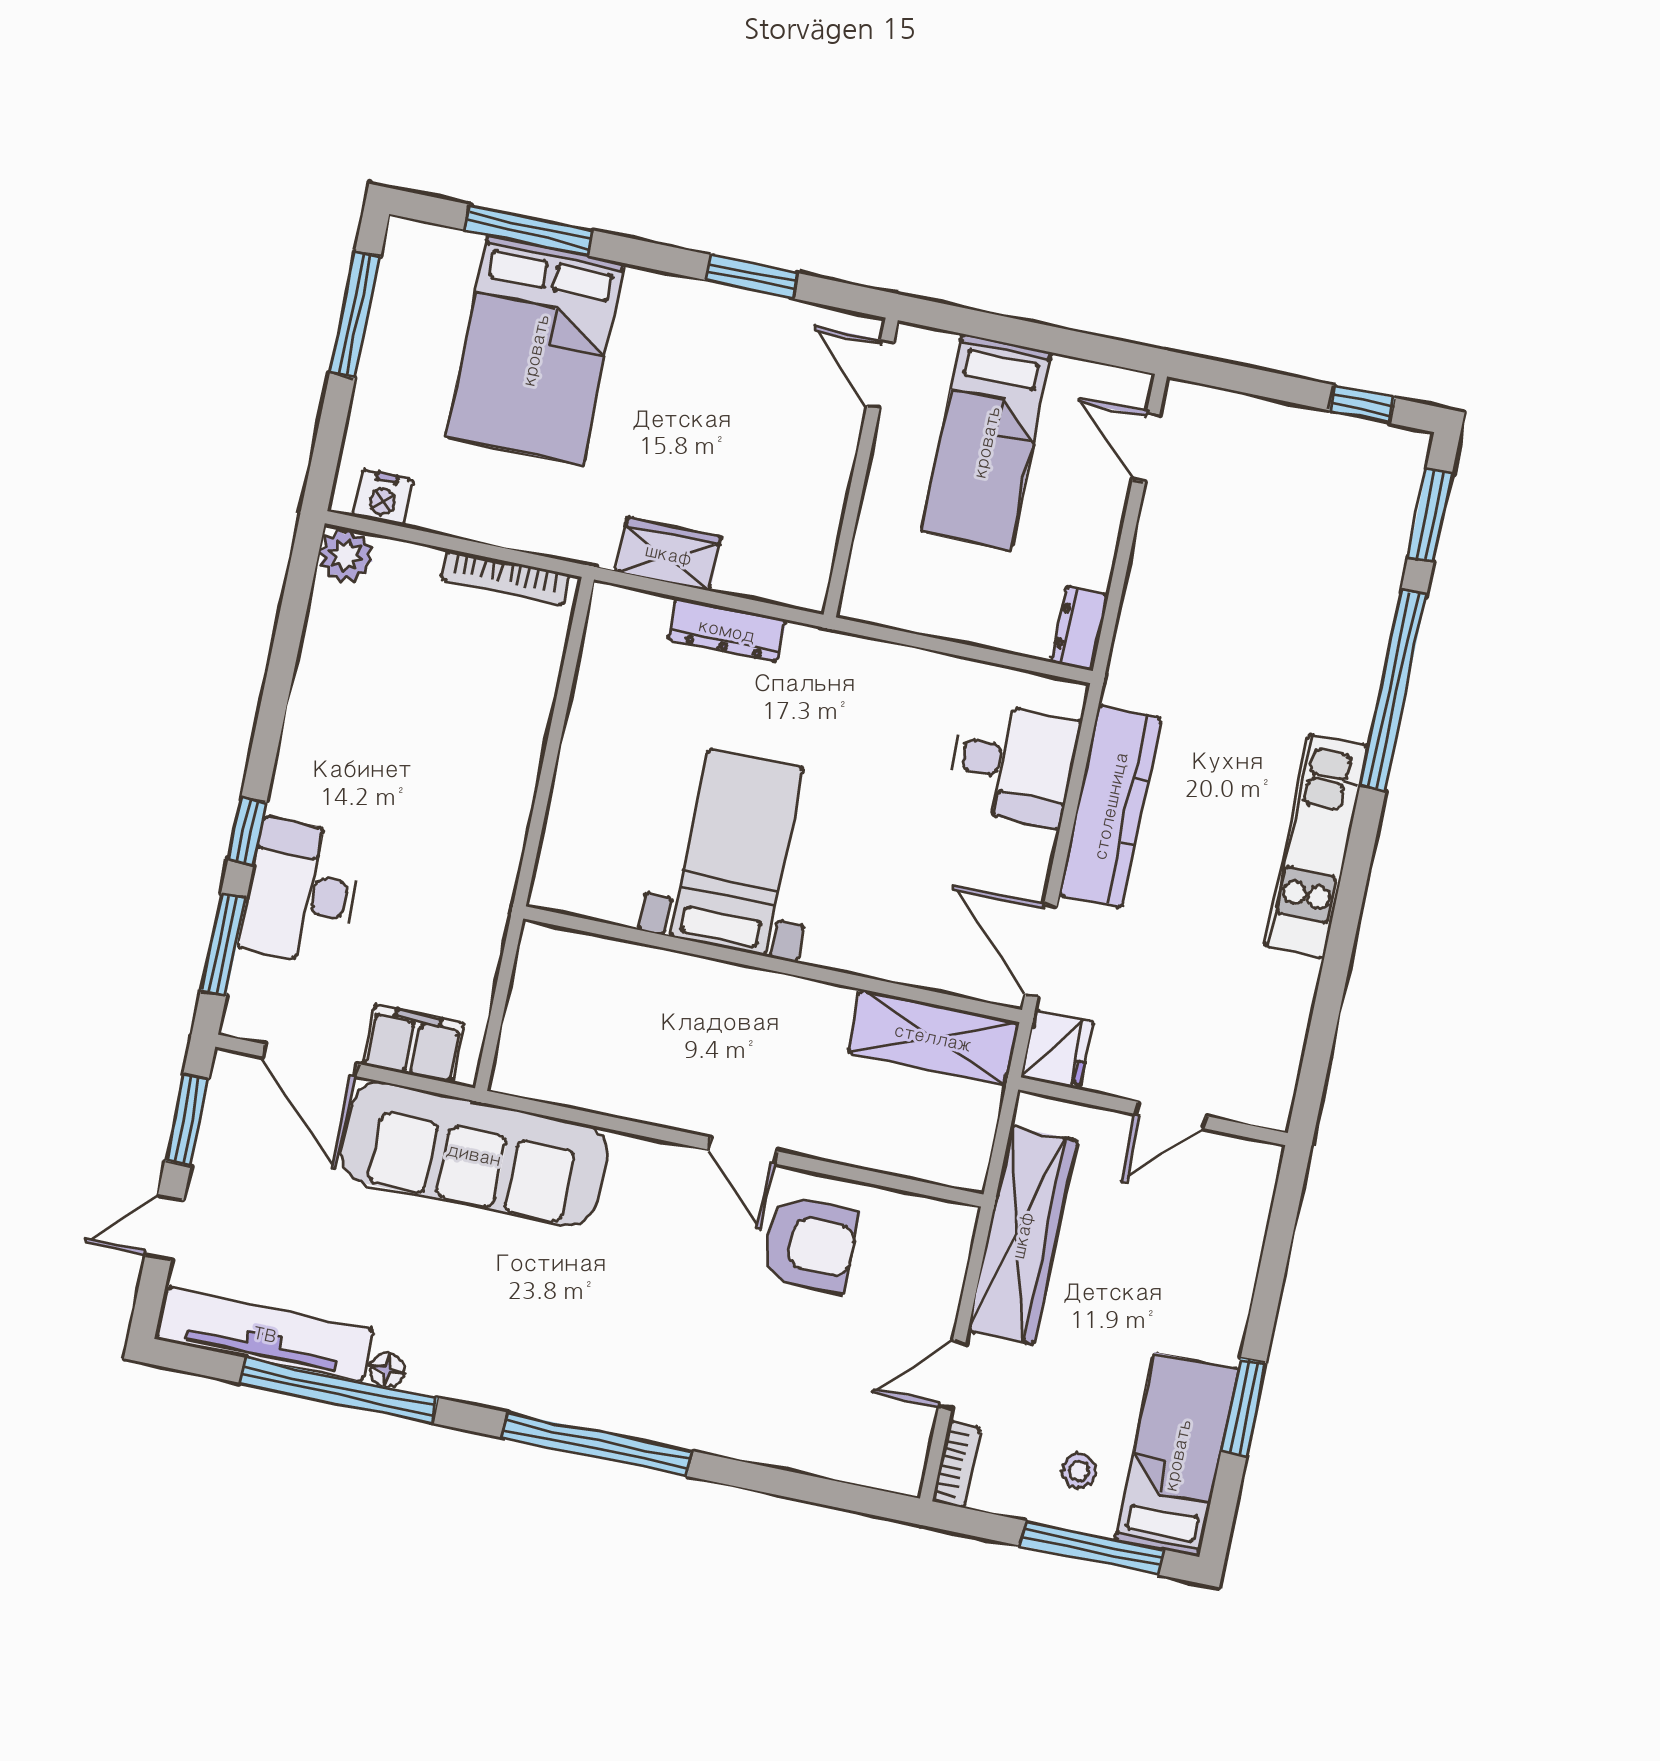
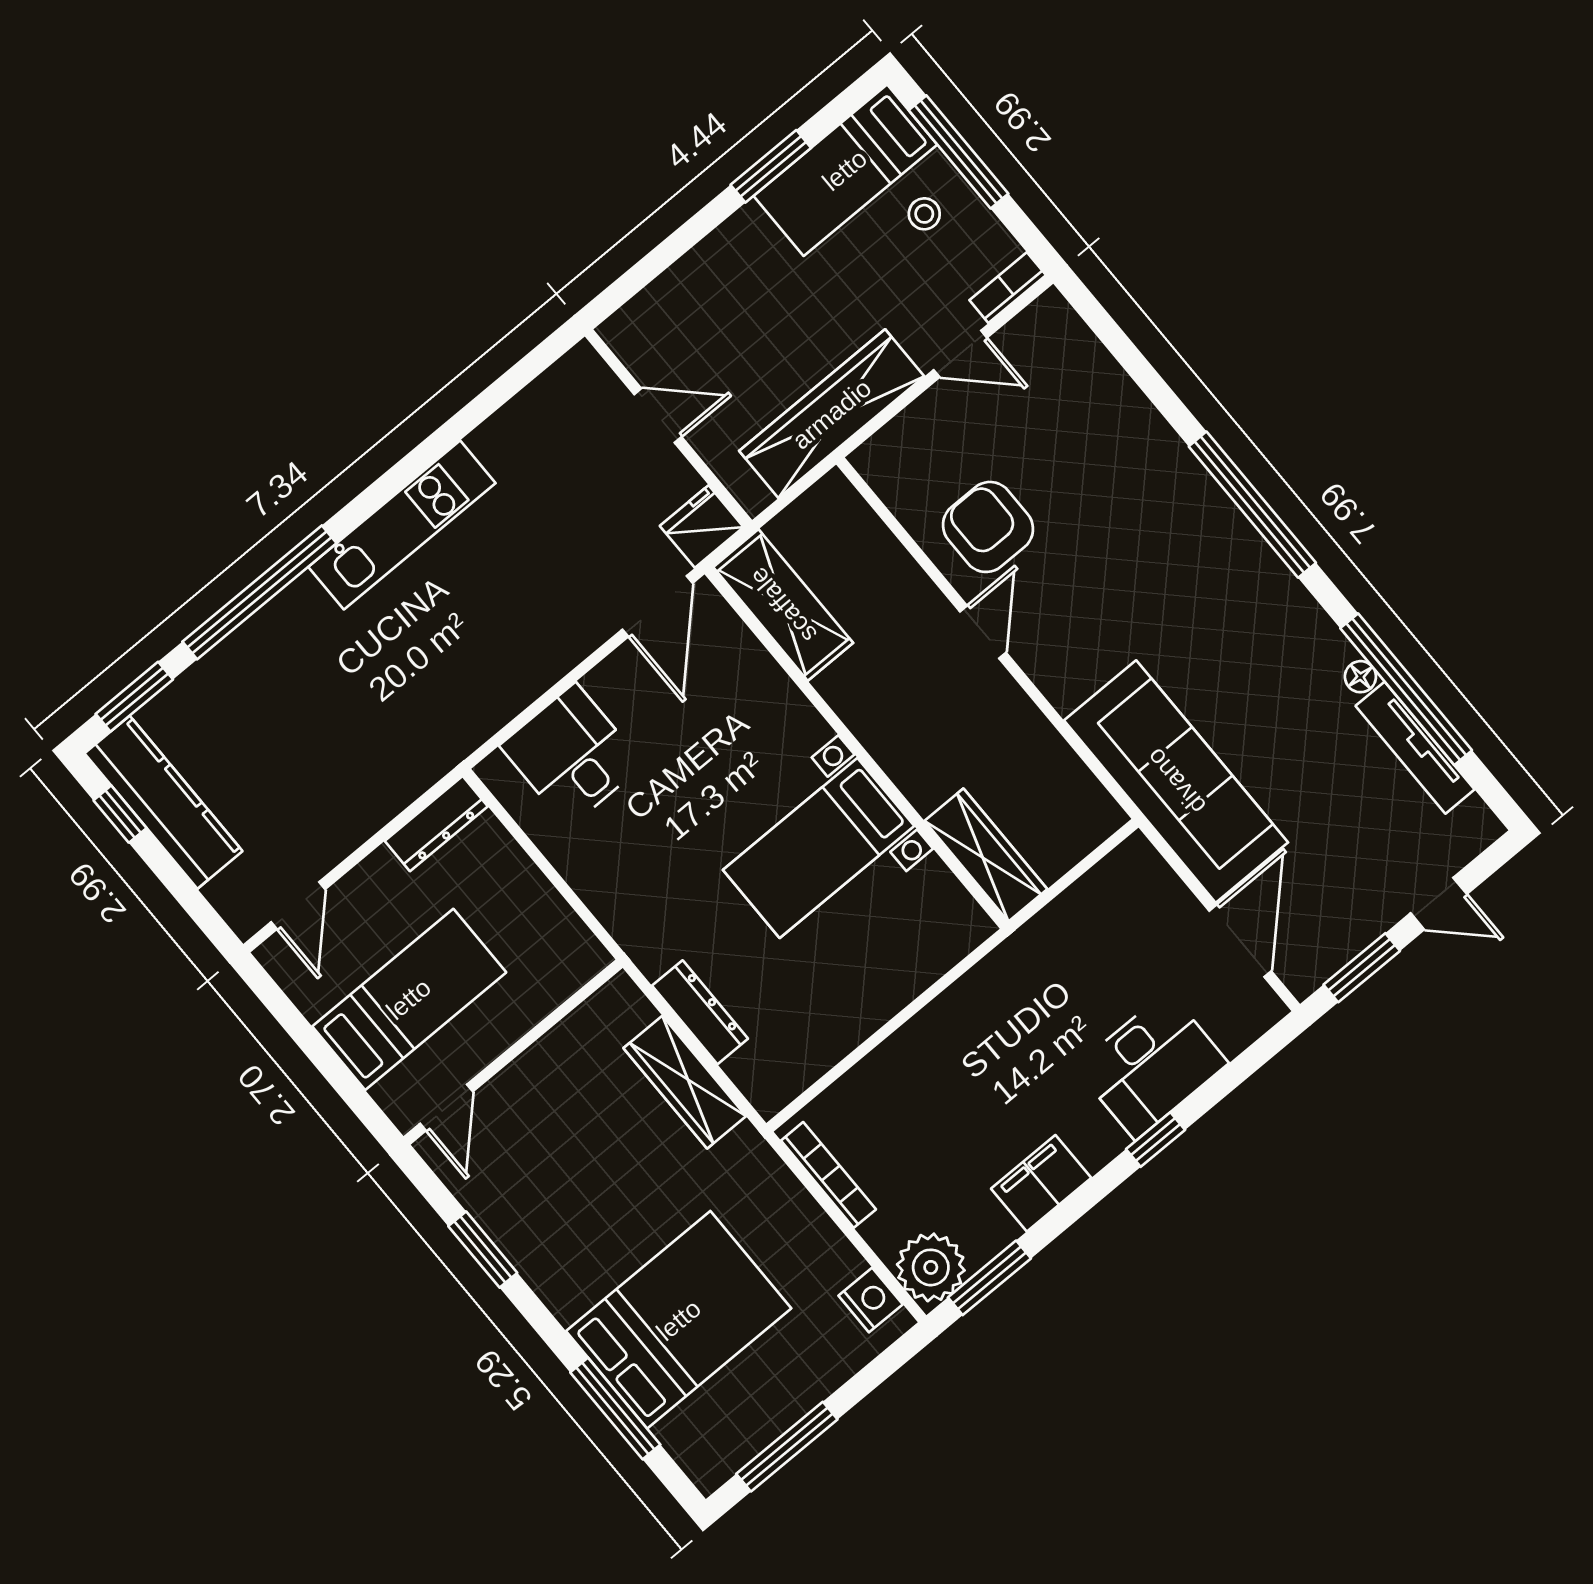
wardrobe: (669, 554) -> (685, 1082), width x1.50
plant: (346, 555) -> (931, 1267), width x1.36, depth x1.36
dresser: (1080, 629) -> (436, 824), width x1.44
kitchen counter: (1110, 806) -> (163, 802), moved, turned 90
window: (224, 944) -> (989, 1278), moved
wardrobe: (588, 960) -> (986, 855), added
filing cabinet: (413, 1044) -> (1041, 1183), moved, turned 90
tv unit: (265, 1334) -> (1415, 748), width x0.73, depth x0.78

